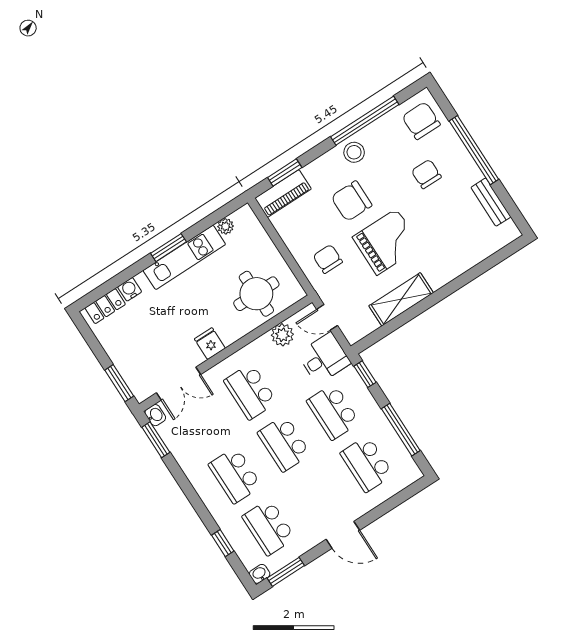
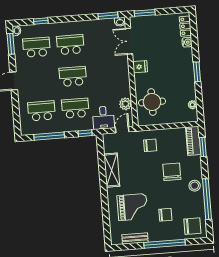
grand piano: (387, 242) -> (132, 207), moved, turned -90
kitchen unit: (184, 257) -> (188, 77), removed
school desk: (250, 391) -> (107, 74), removed

